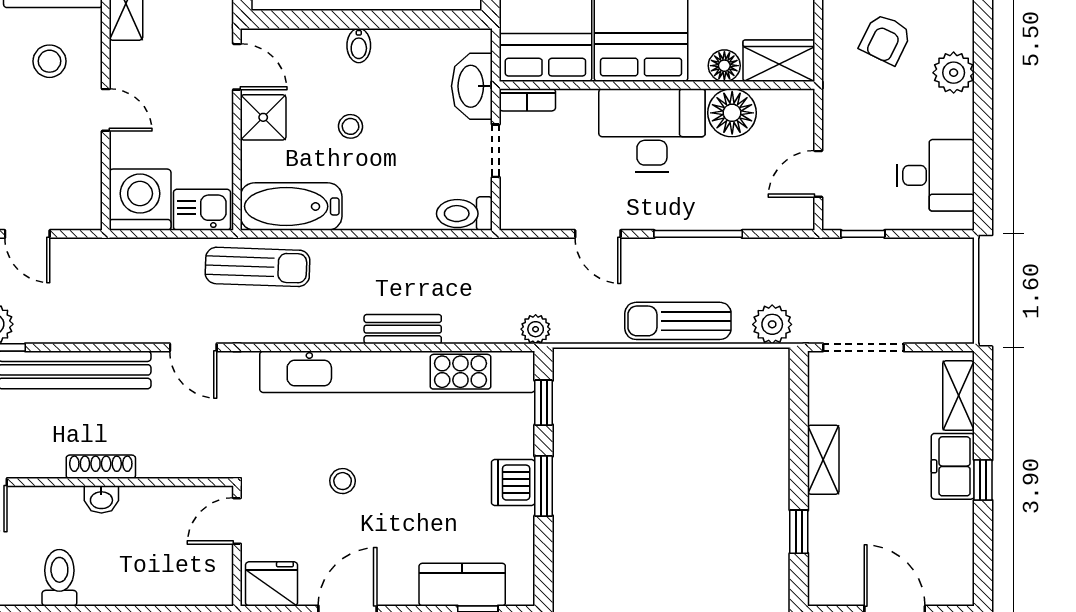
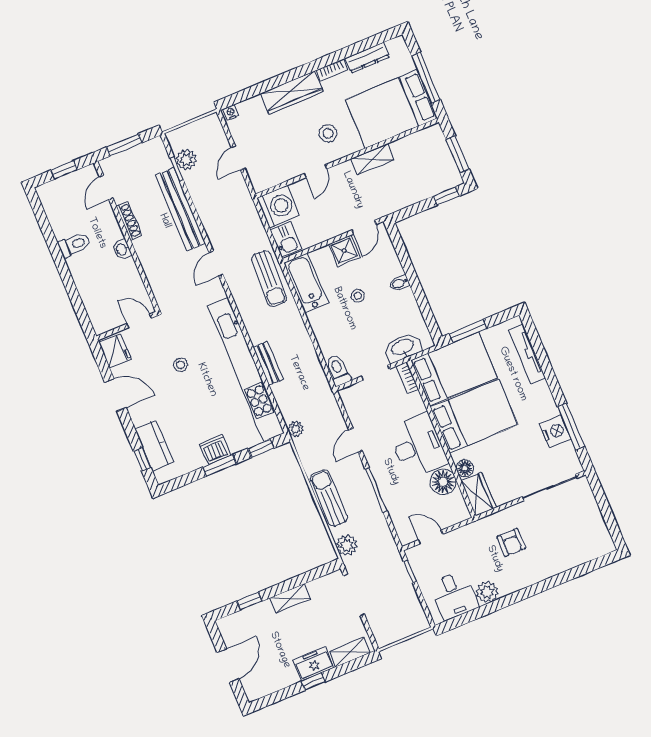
armchair: (885, 39) -> (511, 542), turned -116
plant: (954, 73) -> (487, 592), moved
shoe rack: (101, 467) -> (129, 221), moved

